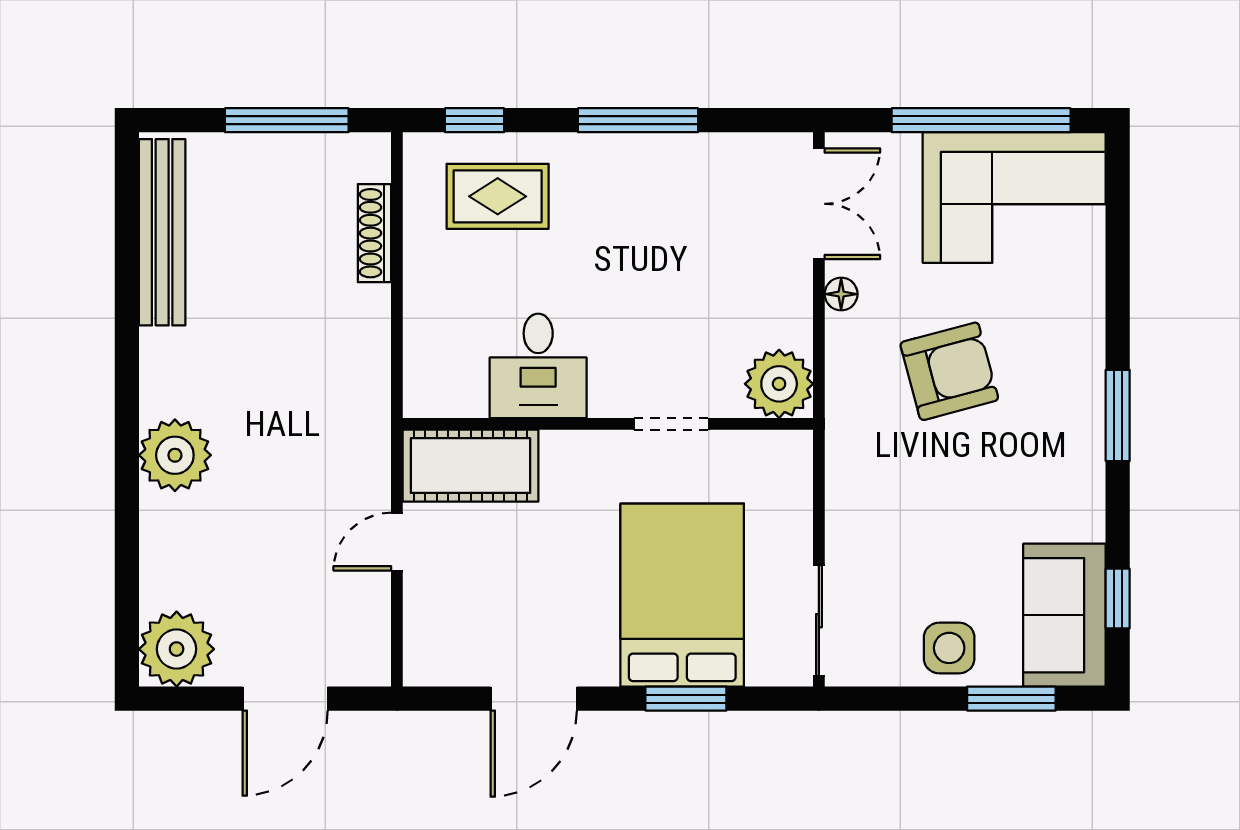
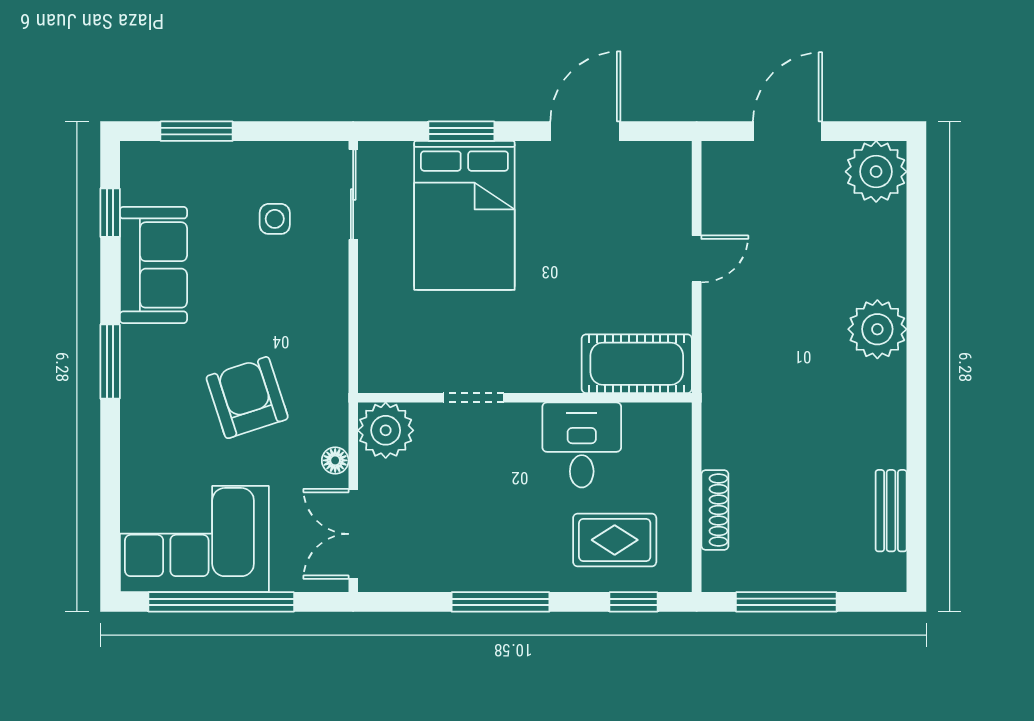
bench: (162, 232) -> (891, 511), width x0.54, depth x0.82
desk: (538, 366) -> (582, 445), moved
armchair: (949, 371) -> (247, 398), turned 87
plant: (779, 384) -> (386, 430), moved
wall: (608, 424) -> (525, 398), moved
doorway: (671, 424) -> (473, 398), moved
cot: (471, 466) -> (637, 364), moved
sofa: (1064, 615) -> (153, 265), moved
side table: (949, 648) -> (275, 219), moved, width x0.73, depth x0.73

